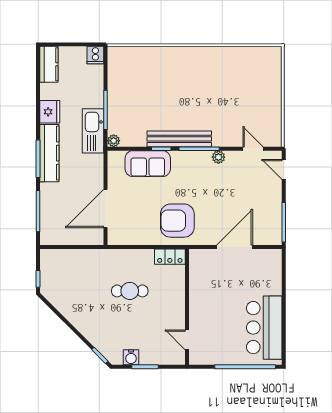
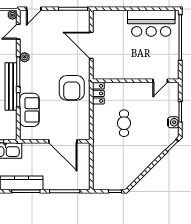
plant: (114, 141) -> (12, 15), moved

